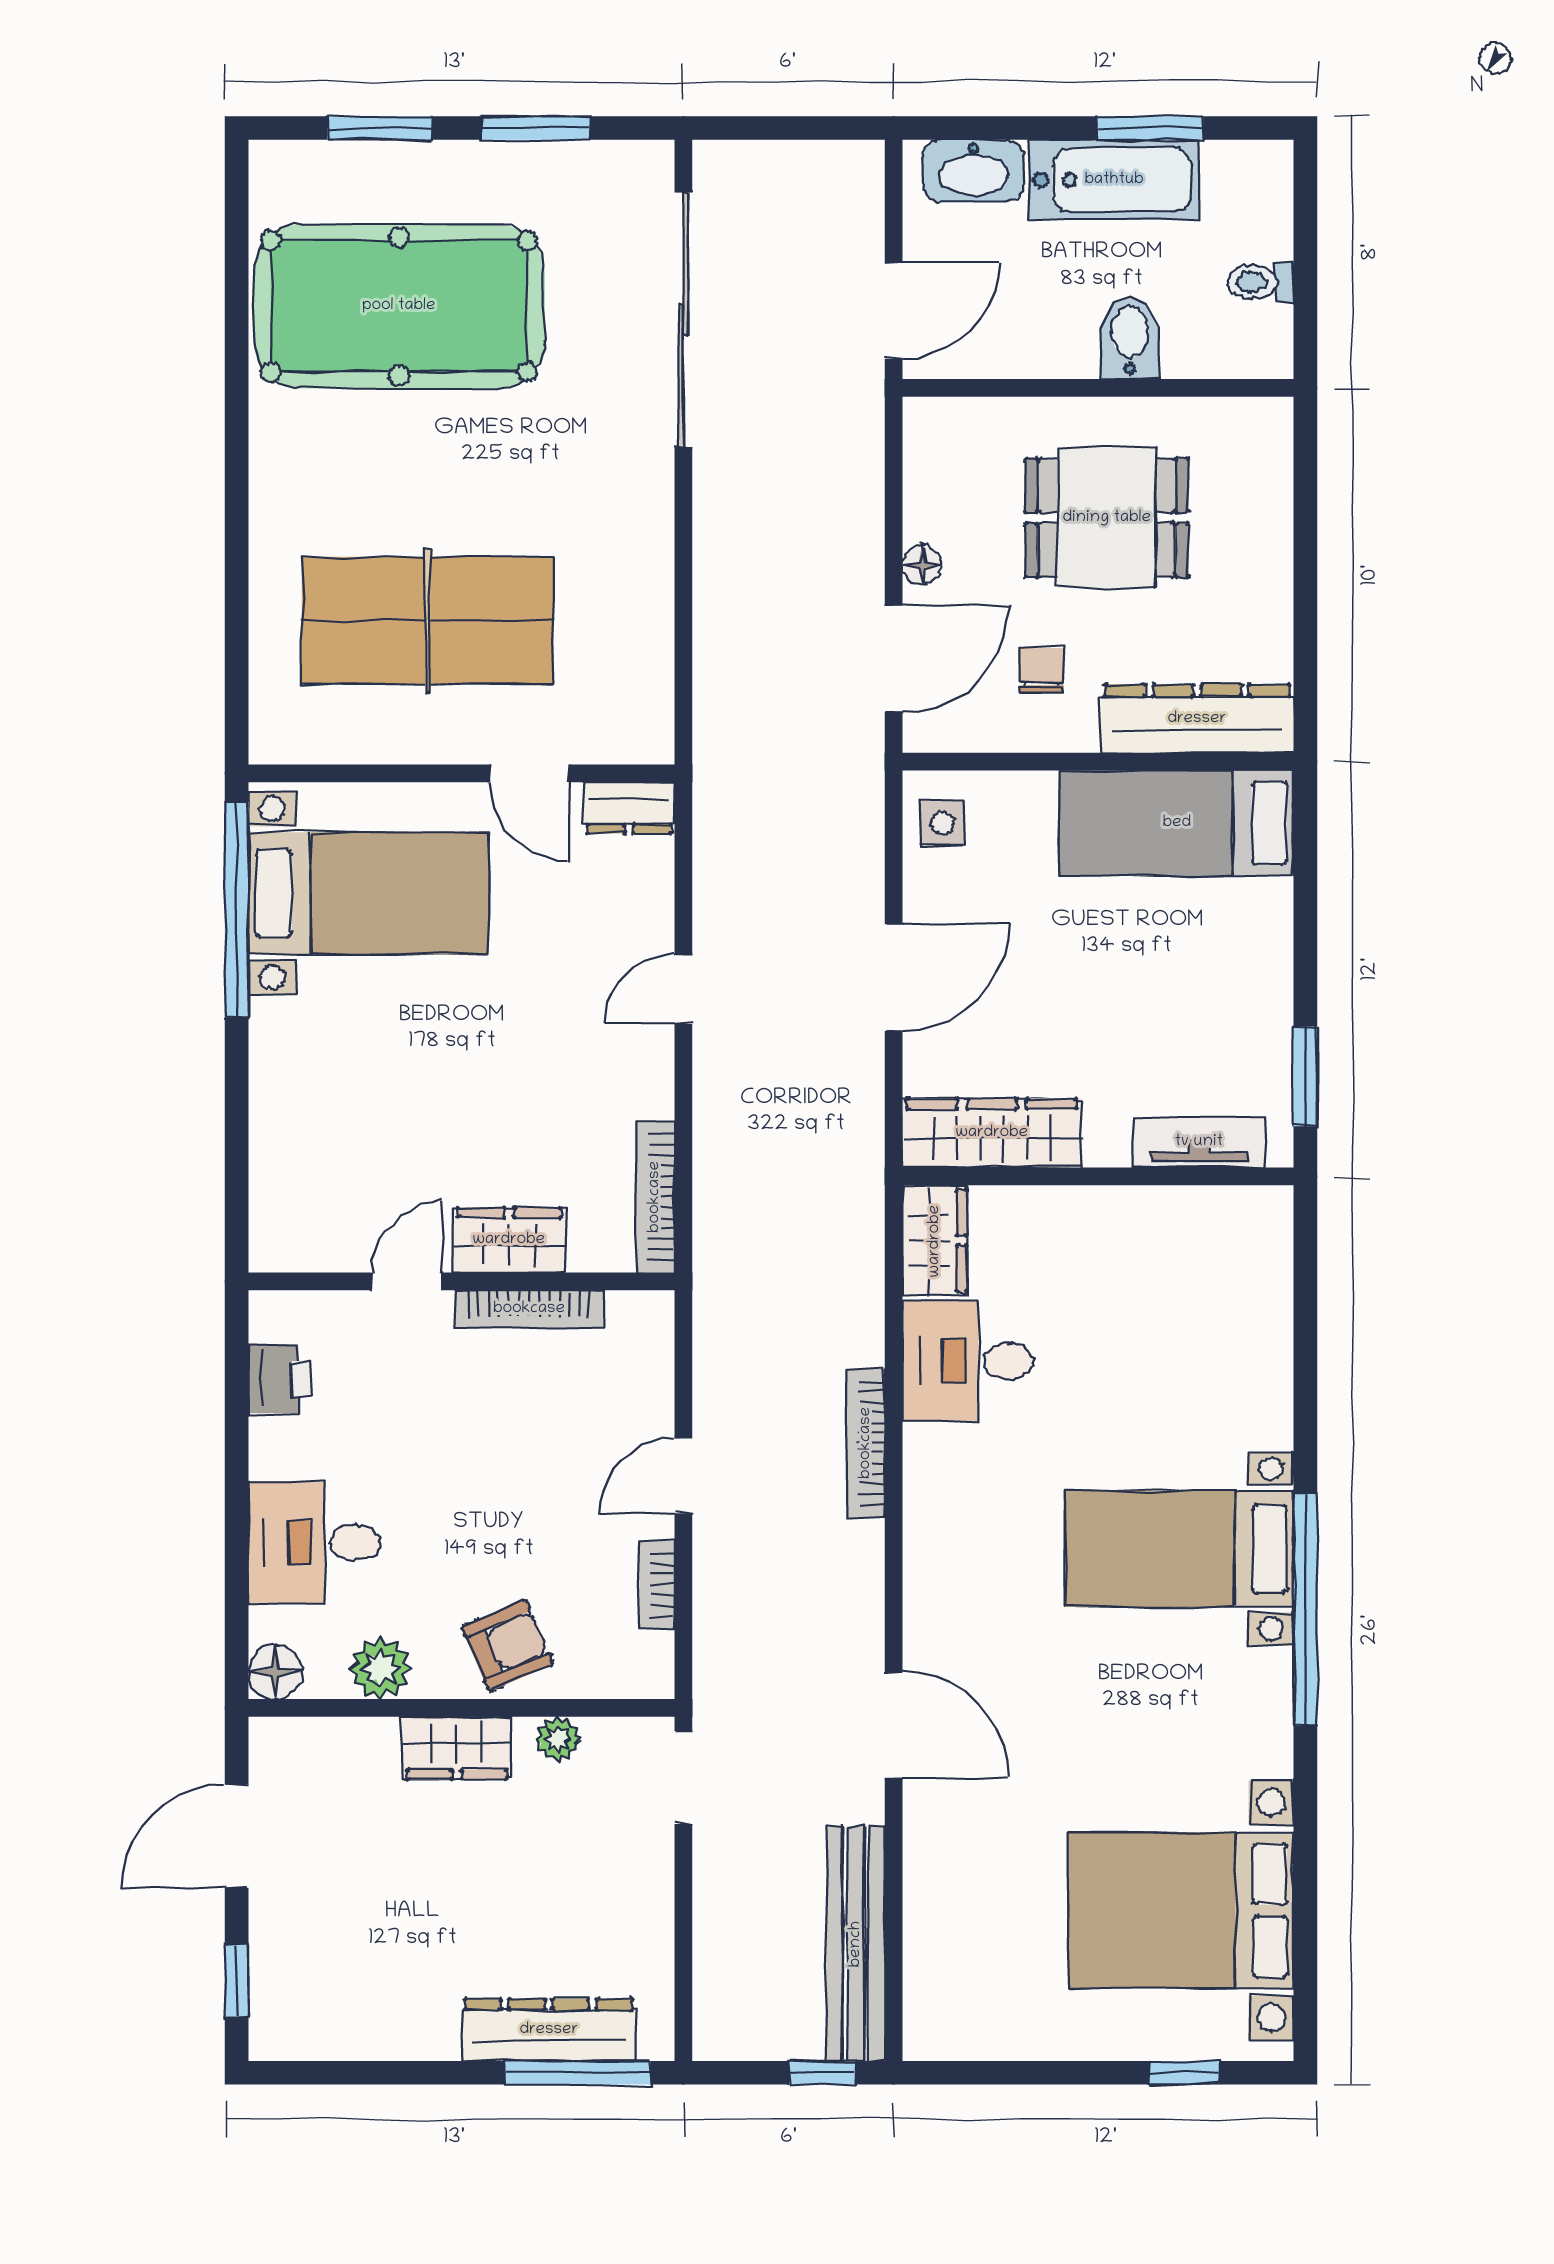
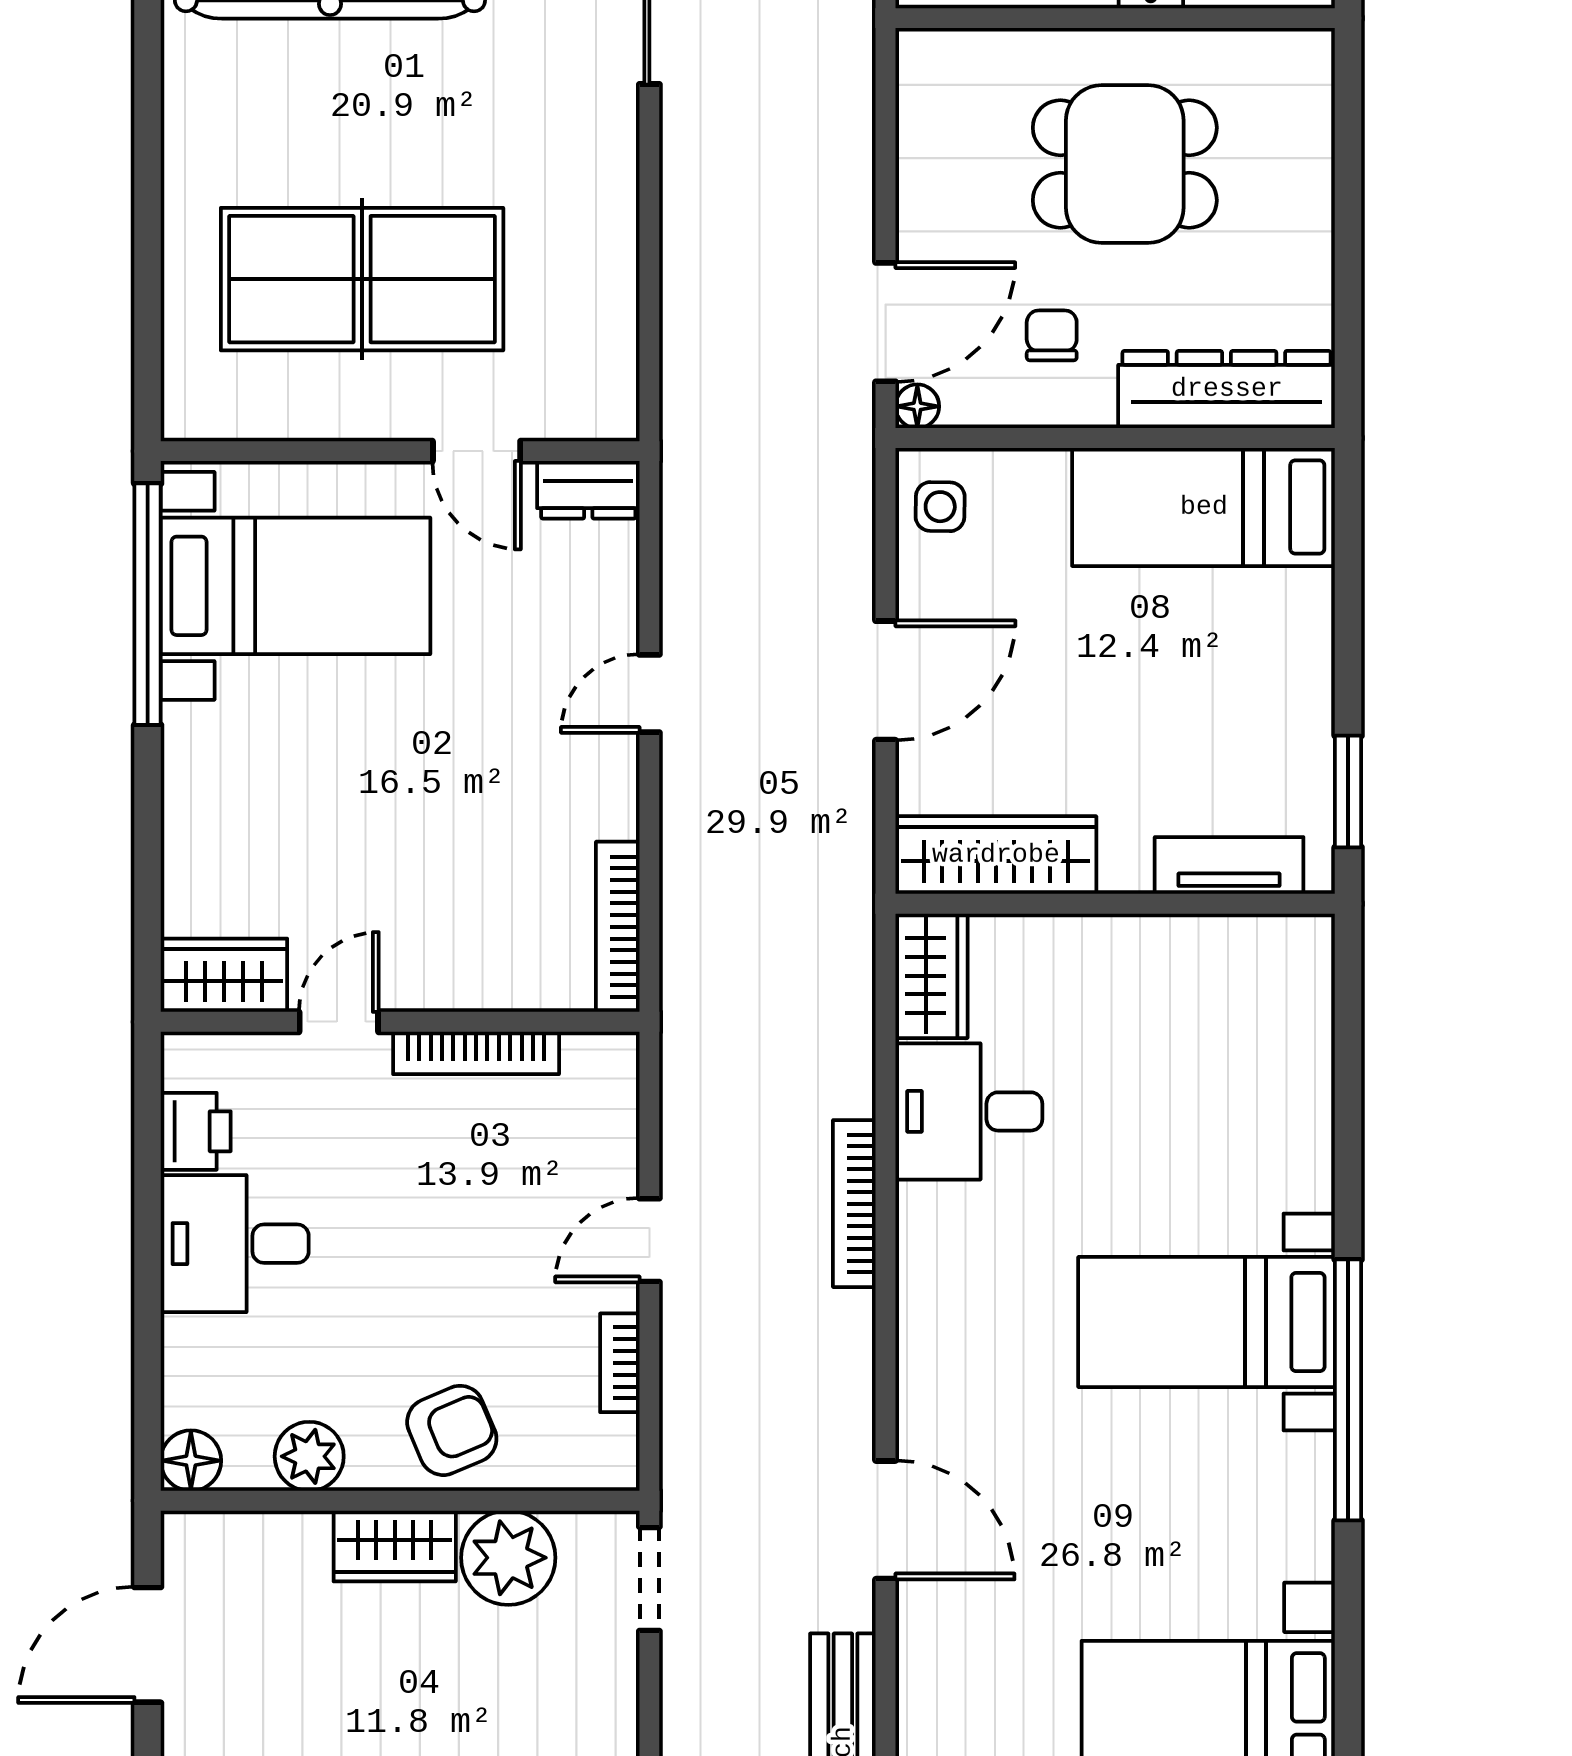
floor lamp: (922, 565) -> (917, 406), moved
wardrobe: (509, 1240) -> (224, 975), moved
desk: (314, 1543) -> (235, 1244), moved
plant: (558, 1739) -> (508, 1558), width x1.88, depth x1.88

